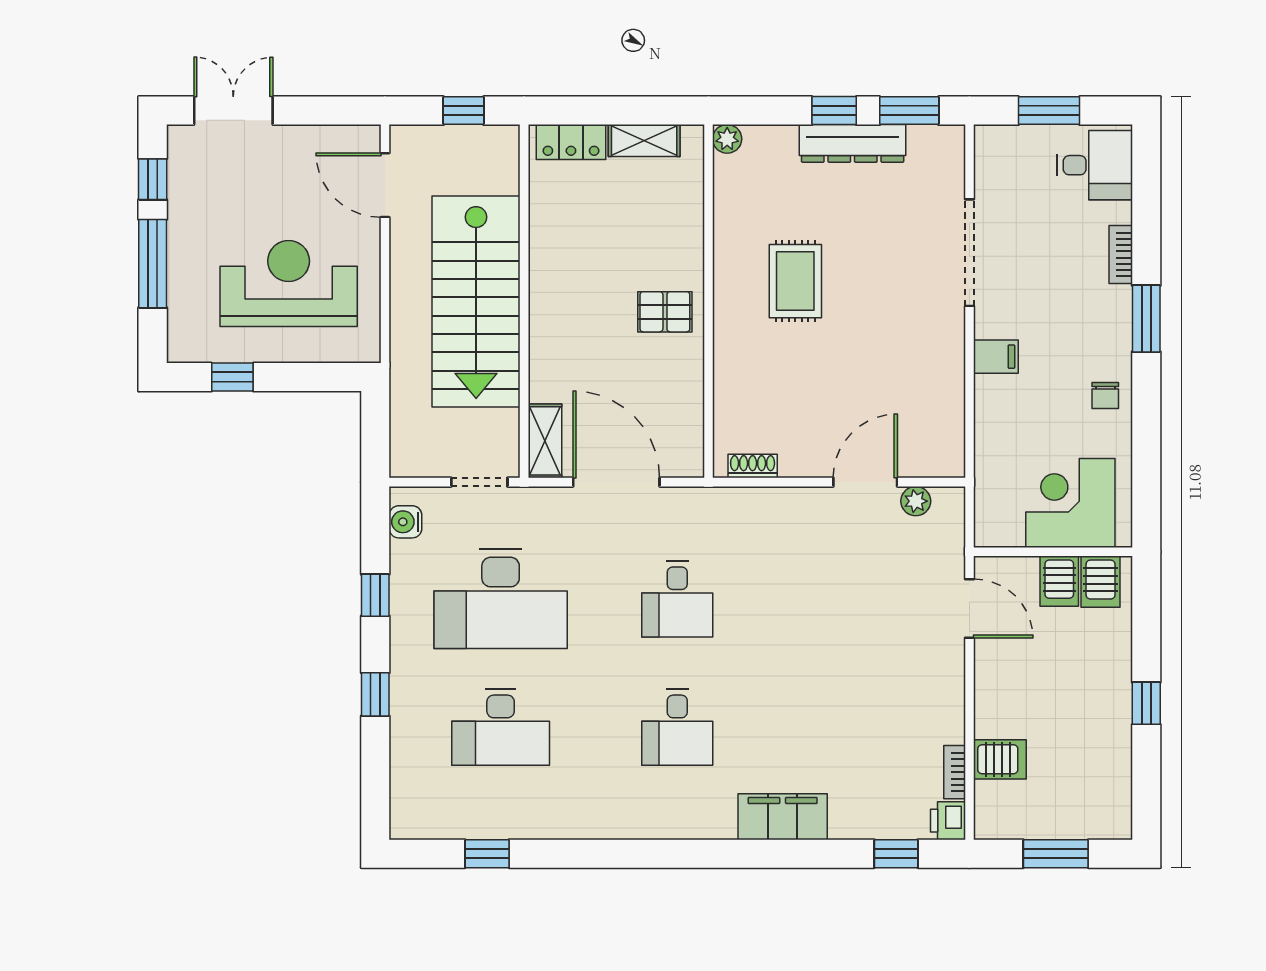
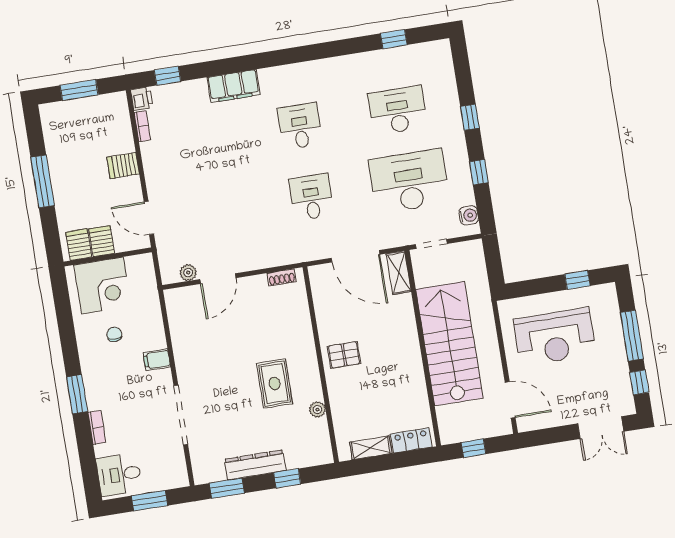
window: (834, 111) -> (287, 478), moved
plant: (727, 139) -> (317, 409), moved
chair: (1105, 396) -> (114, 334), moved
window: (1146, 703) -> (43, 181), width x2.17
server rack: (1000, 759) -> (123, 166), moved

